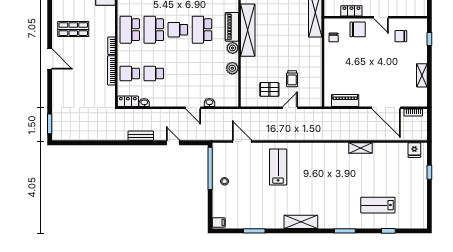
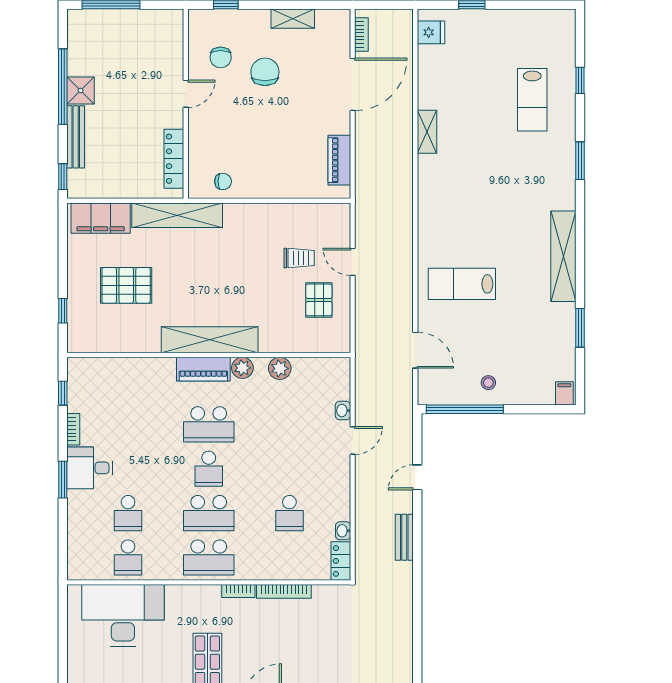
locker: (351, 11) -> (174, 159), width x1.53
chair: (358, 29) -> (265, 72), moved
school desk: (130, 73) -> (289, 557), removed
door: (242, 142) -> (415, 350), swing flipped
shelving: (301, 222) -> (563, 256), width x1.47

